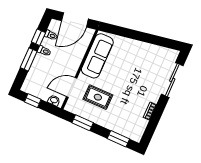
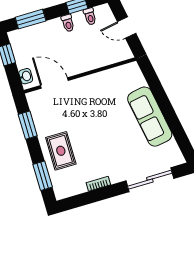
door: (75, 20) -> (127, 28), width x0.53
sofa: (97, 56) -> (150, 117), moved, turned 80
window: (29, 59) -> (31, 19), moved
rug: (98, 97) -> (61, 151), moved

